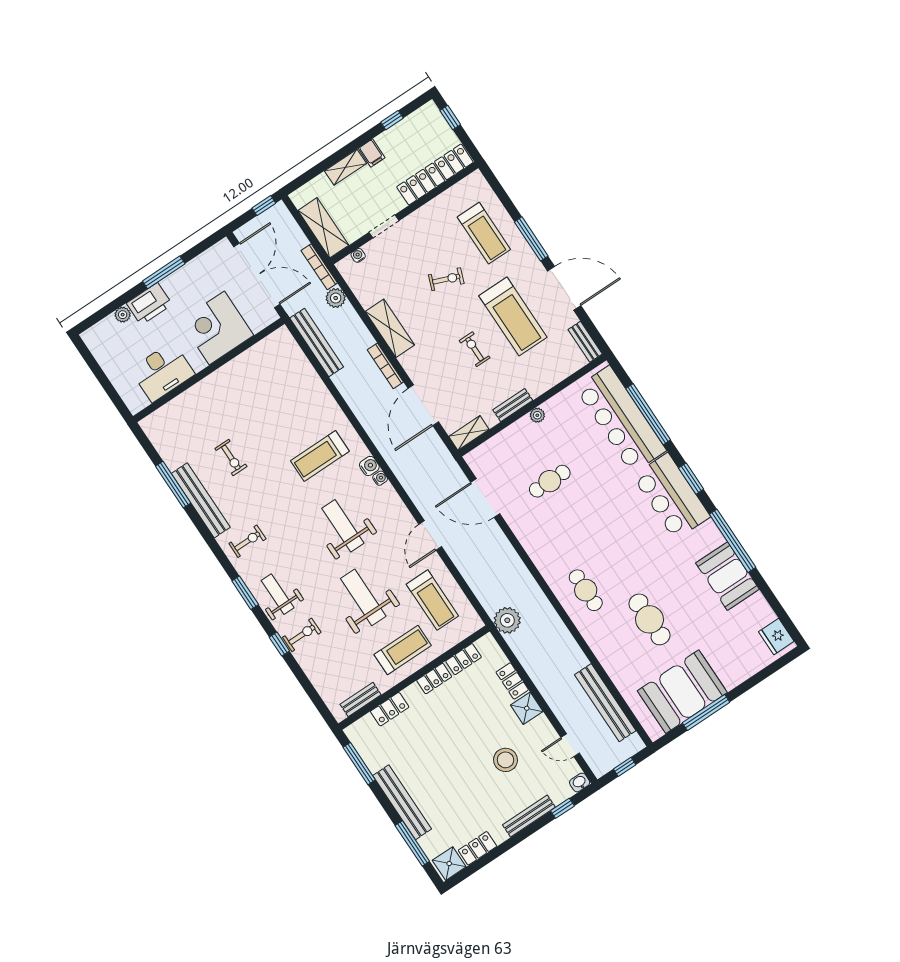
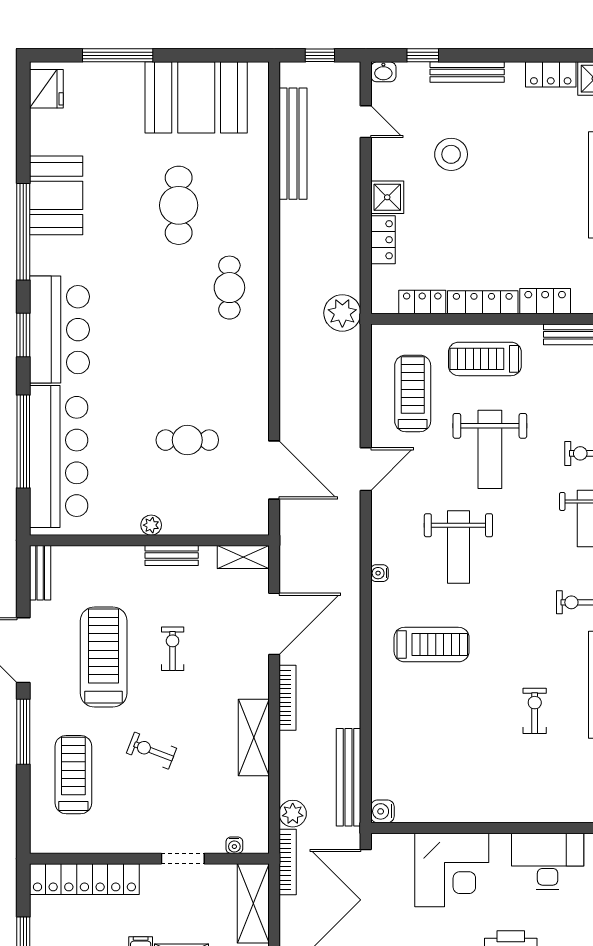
exercise bike: (475, 349) -> (173, 649), turned 180
water cooler: (369, 466) -> (382, 811), moved
locker: (434, 679) -> (483, 302), width x1.53
window: (706, 713) -> (118, 55), moved

